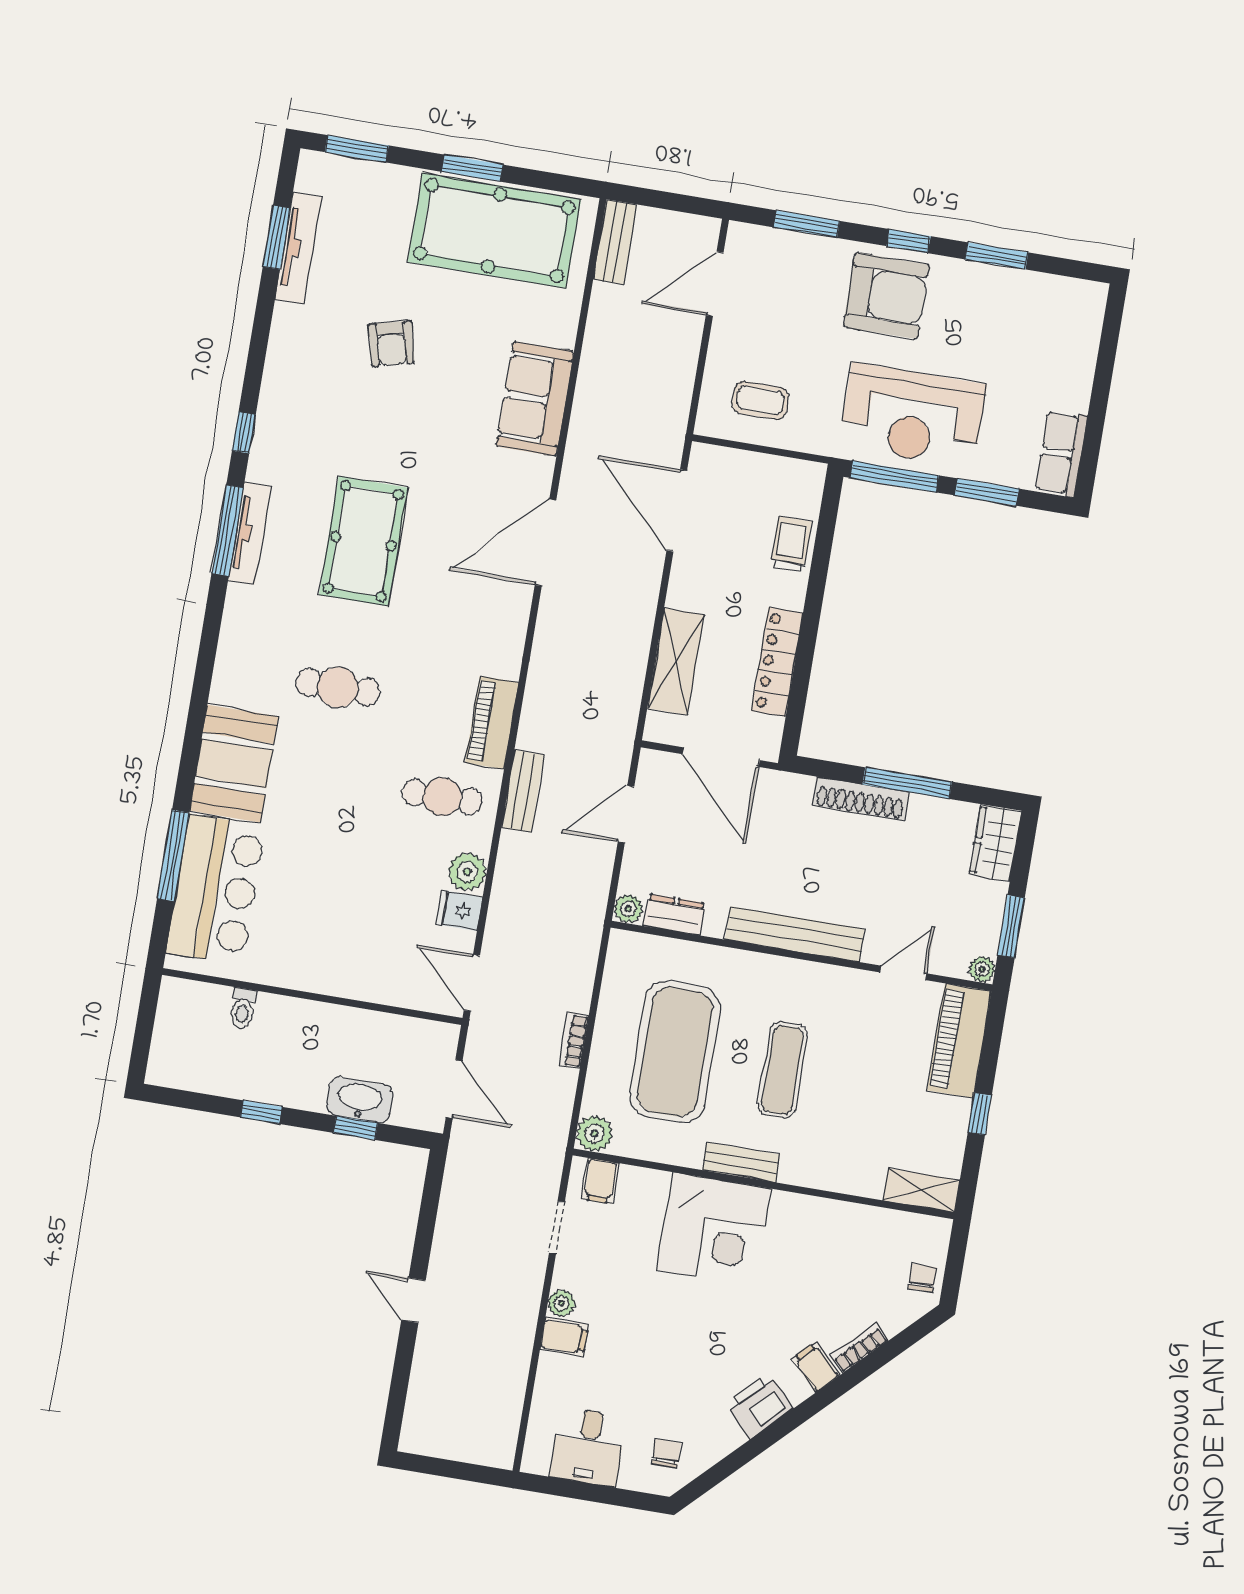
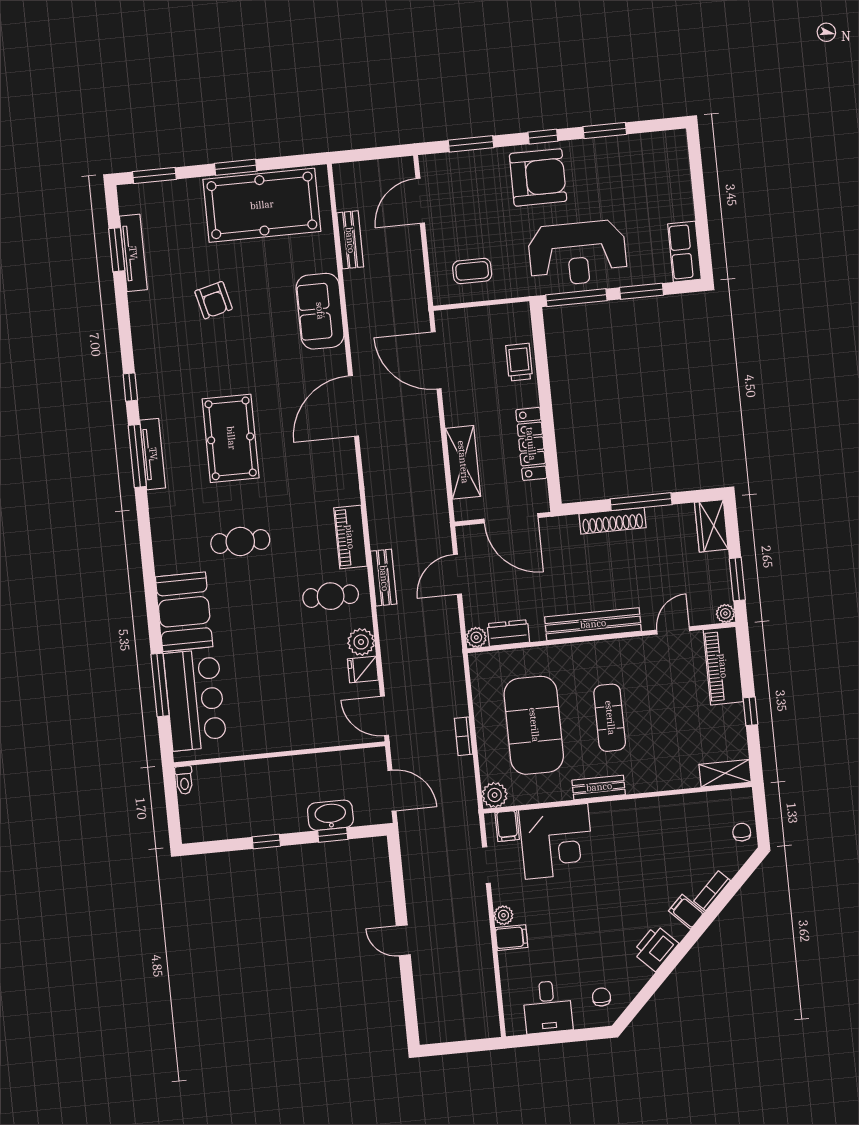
bench: (615, 242) -> (350, 240), moved
toilet: (243, 1008) -> (184, 780), moved
corner desk: (714, 1230) -> (557, 841), moved

